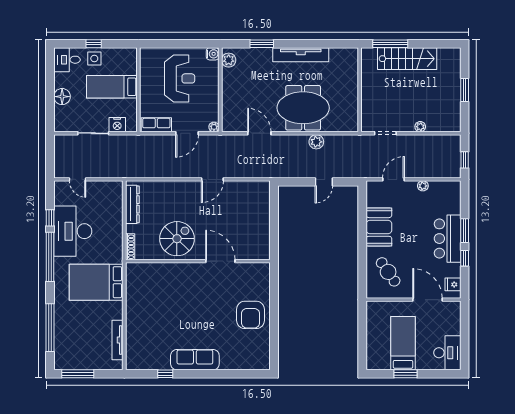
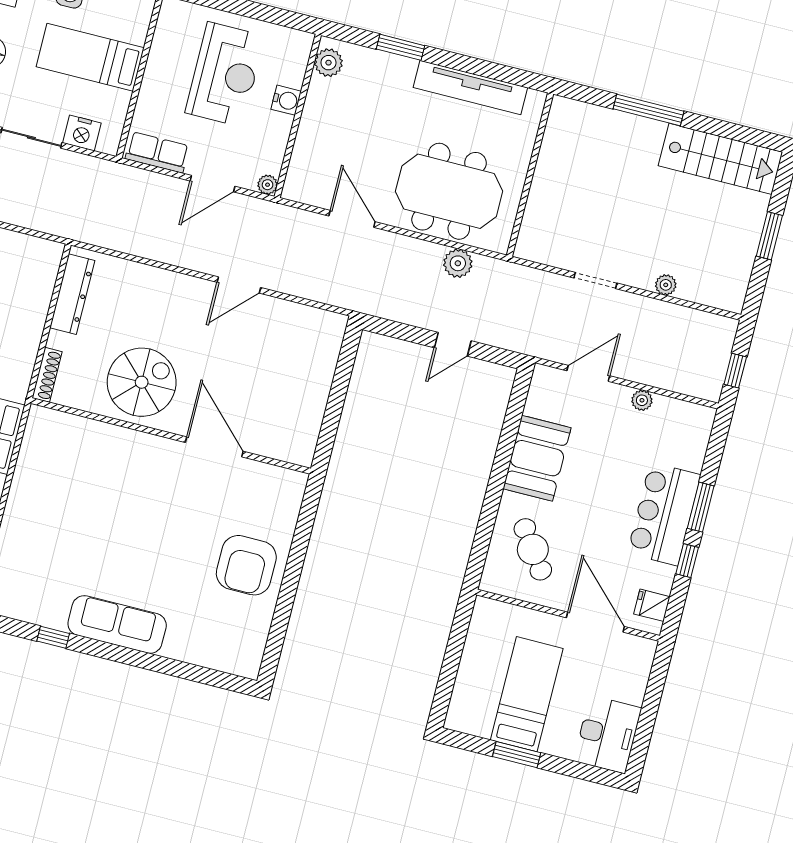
water cooler: (213, 54) -> (286, 100), moved
stairs: (407, 59) -> (720, 159), moved
wall: (360, 90) -> (530, 175), moved

